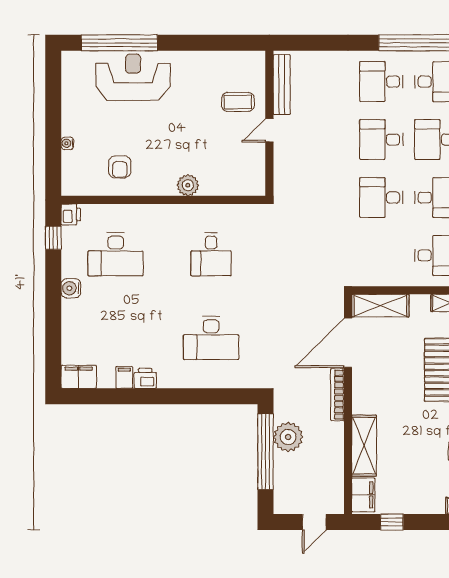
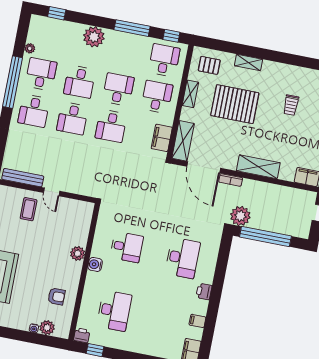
plant: (72, 162) -> (47, 328), added
filing cabinet: (378, 274) -> (162, 138), added
water cooler: (71, 288) -> (95, 264), moved, turned 90
printer: (145, 378) -> (204, 292), moved
bookcase: (337, 395) -> (231, 180), width x0.64
plant: (288, 437) -> (240, 216), moved
shelving: (364, 446) -> (258, 167), moved

